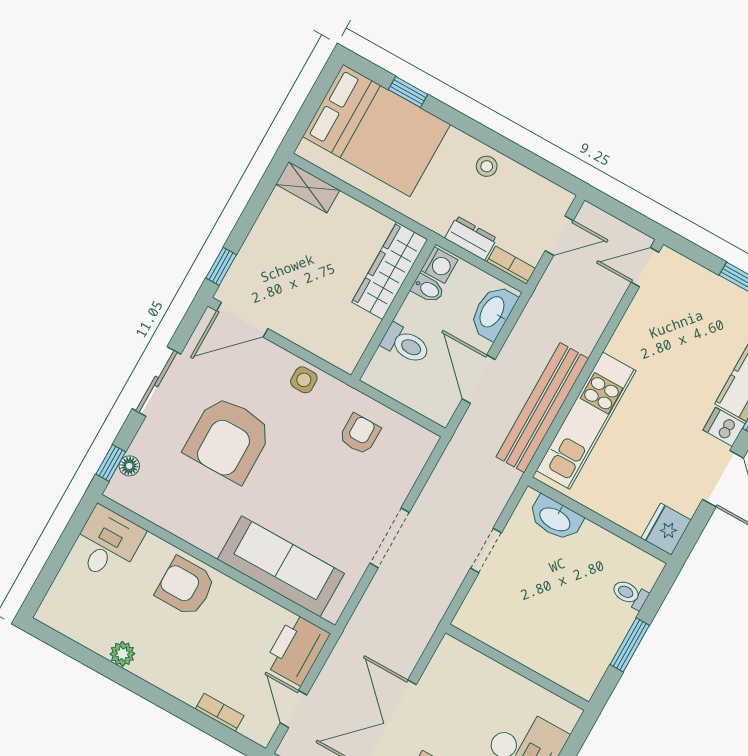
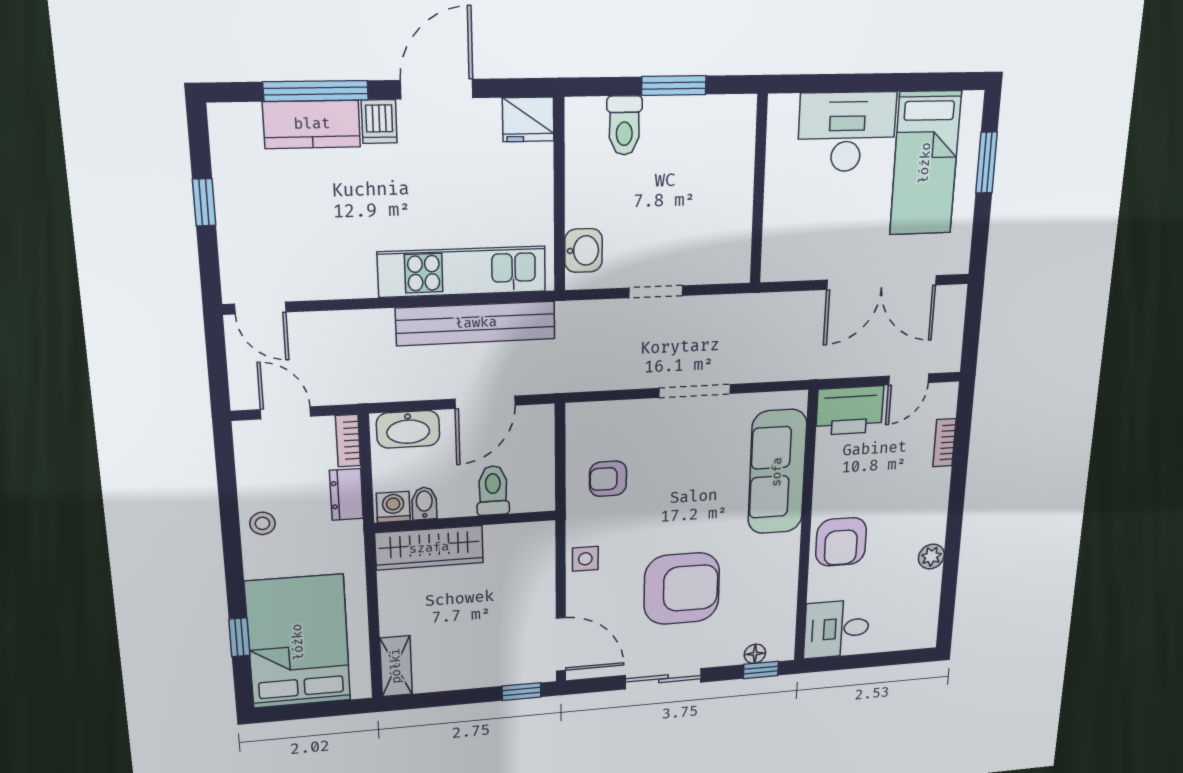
washbasin: (555, 519) -> (583, 251), width x0.72
toilet: (630, 594) -> (624, 125), width x1.37, depth x1.39

